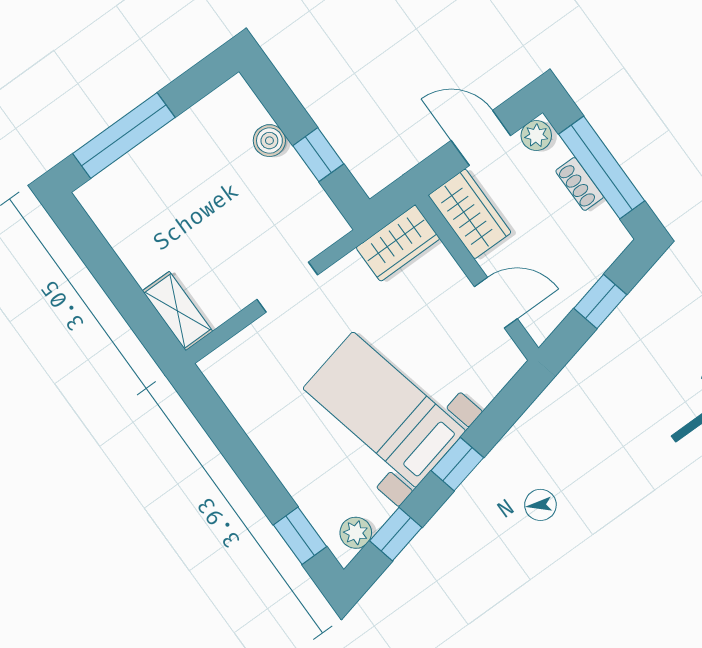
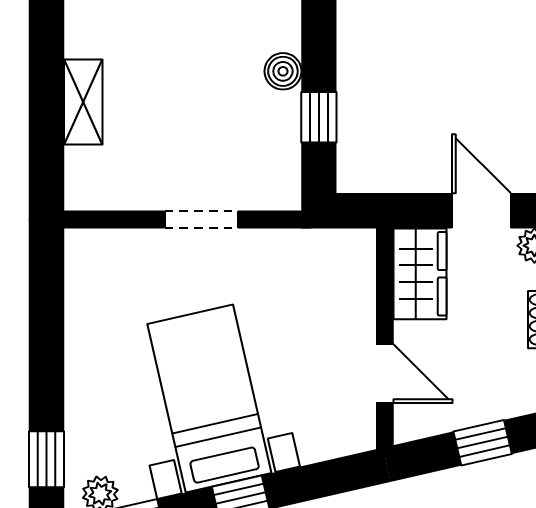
wardrobe: (398, 243) -> (334, 253), removed
shelving: (177, 311) -> (83, 102), moved

